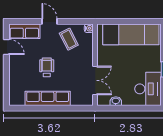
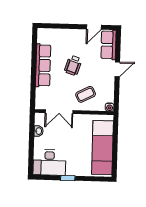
coffee table: (69, 39) -> (86, 94), moved
wheelchair: (47, 67) -> (73, 65), turned 108

